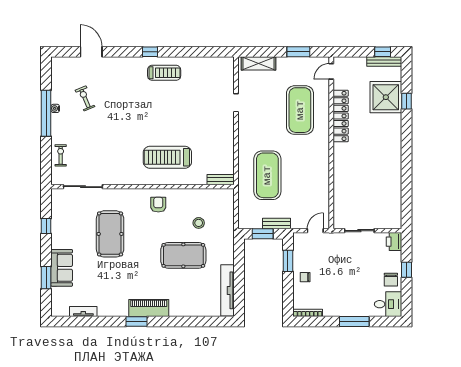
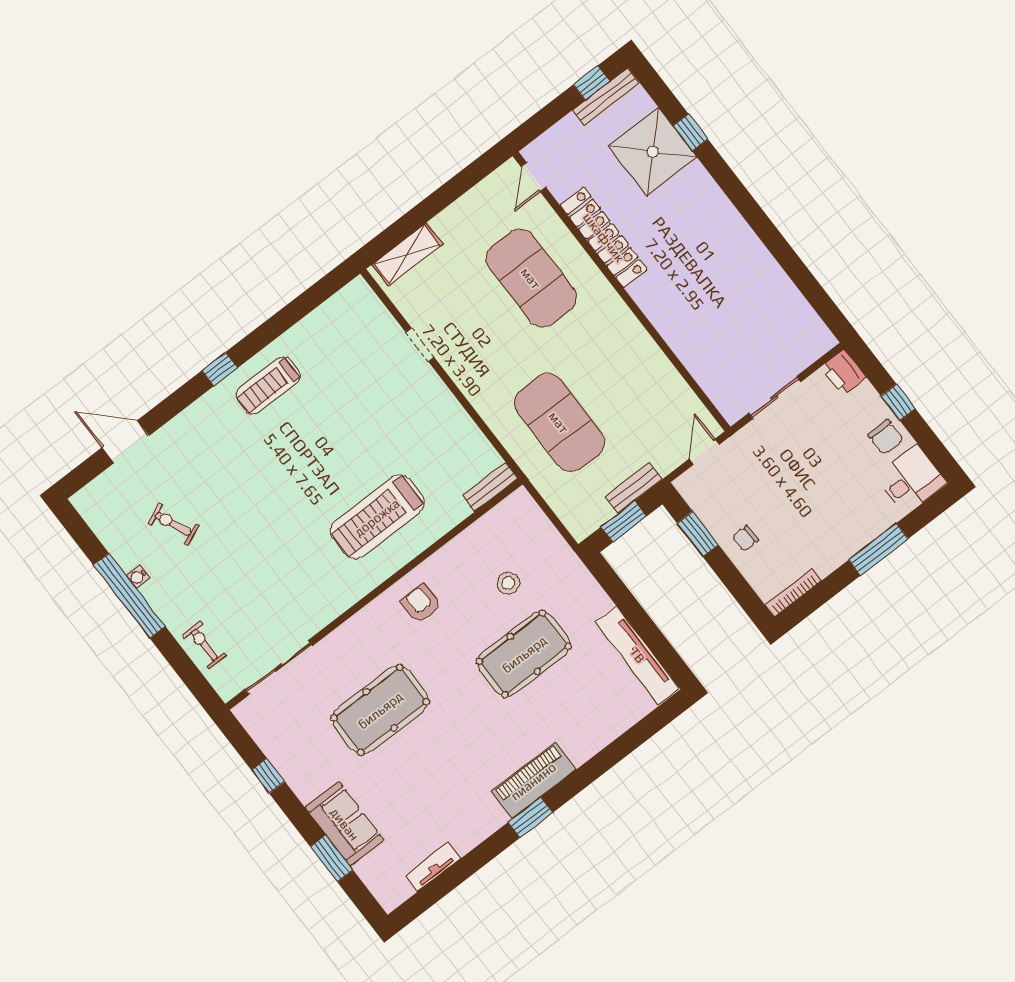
window: (298, 52) -> (457, 187), removed
treadmill: (164, 73) -> (268, 386), turned 180
pool table: (110, 234) -> (380, 710), turned 90

